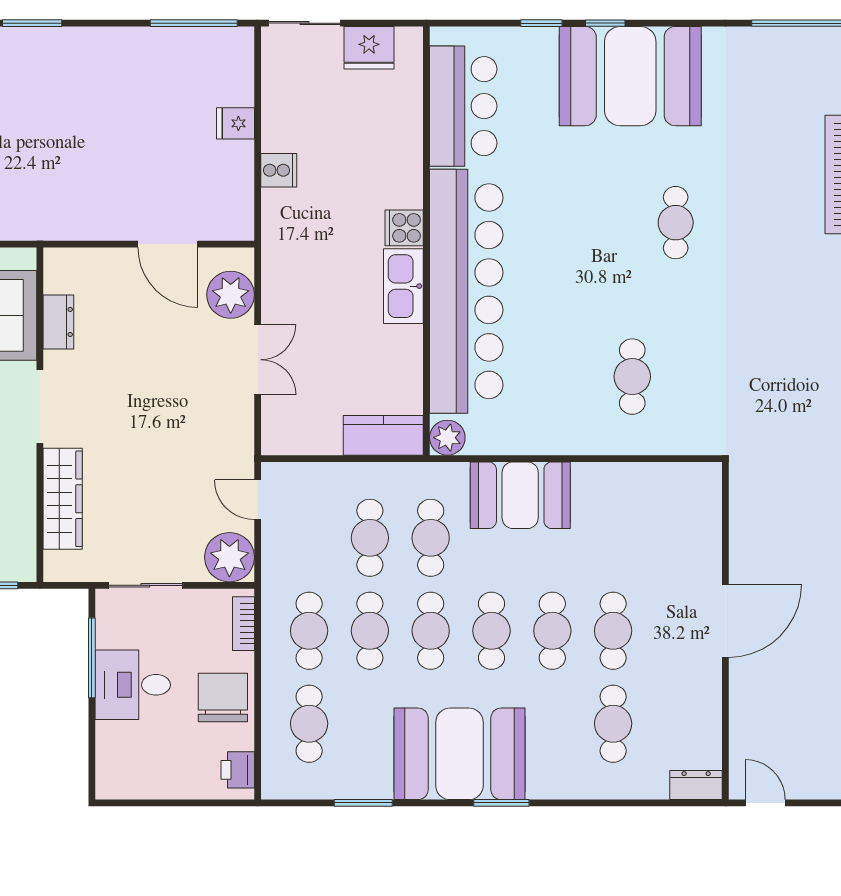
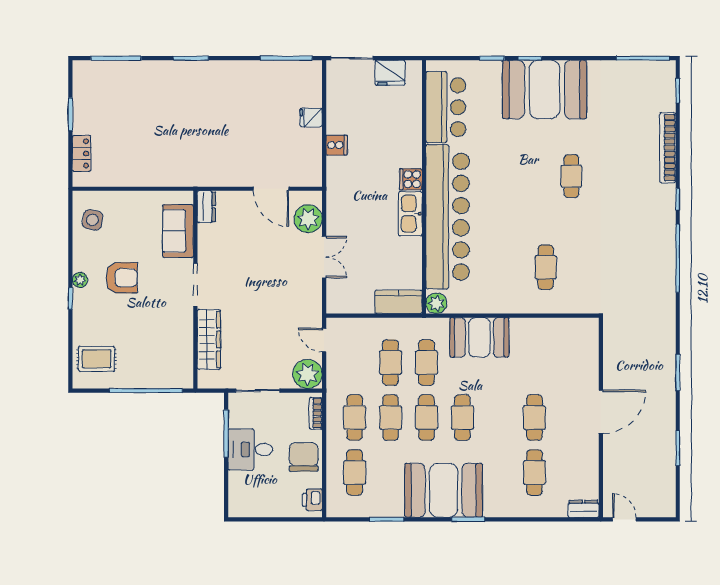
dresser: (58, 322) -> (206, 207), moved
cafe table: (552, 631) -> (498, 418), removed

